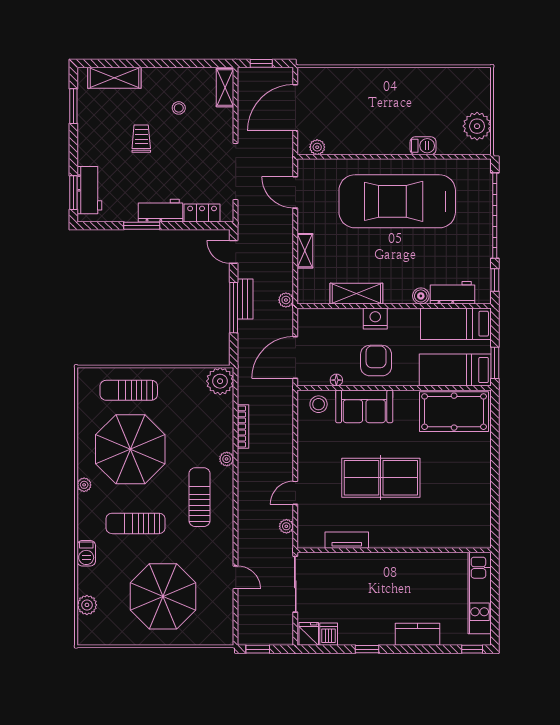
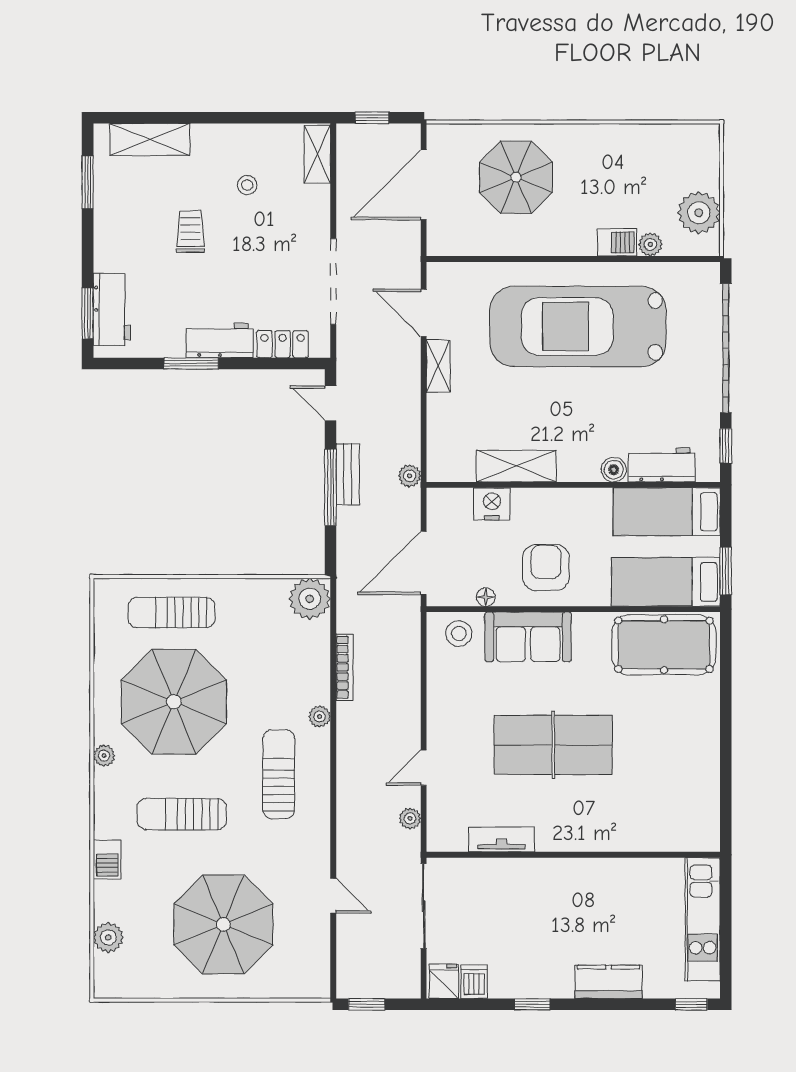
parasol: (356, 103) -> (516, 177), added
plant: (317, 147) -> (650, 244), moved
shelving: (305, 251) -> (438, 366), moved
nightstand: (375, 319) -> (492, 504), moved

